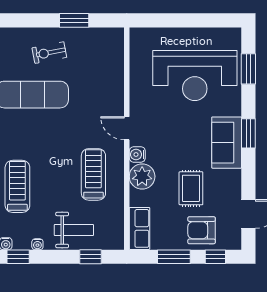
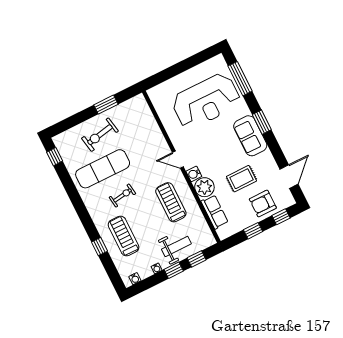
exercise bike: (49, 53) -> (100, 135), width x1.38, depth x1.39
window: (248, 69) -> (240, 79), width x1.44
exercise bike: (40, 138) -> (122, 195), added
rug: (191, 188) -> (242, 179), turned 90
row of seats: (139, 228) -> (215, 212), moved
window: (18, 257) -> (174, 270), moved
window: (174, 257) -> (253, 231), width x0.67

